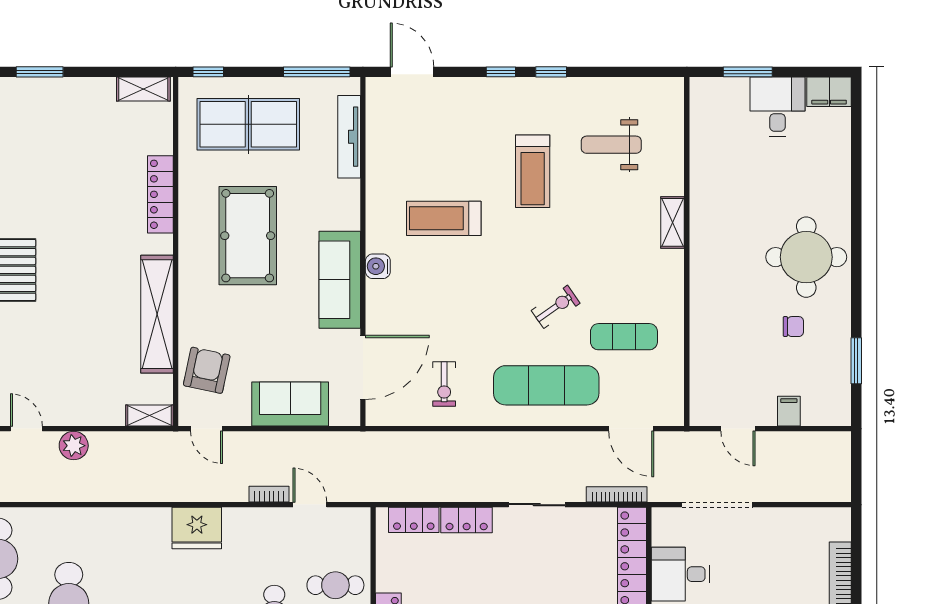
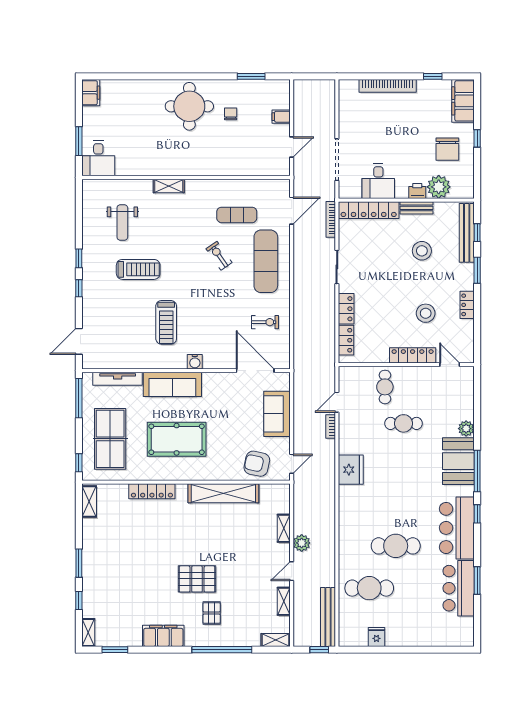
desk: (777, 107) -> (98, 158), moved, turned -90
sofa: (340, 280) -> (172, 384), moved
exercise mat: (624, 337) -> (237, 215), turned 90
shelving: (149, 415) -> (284, 528), moved

